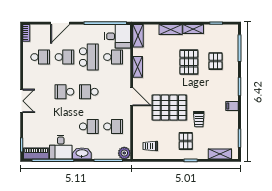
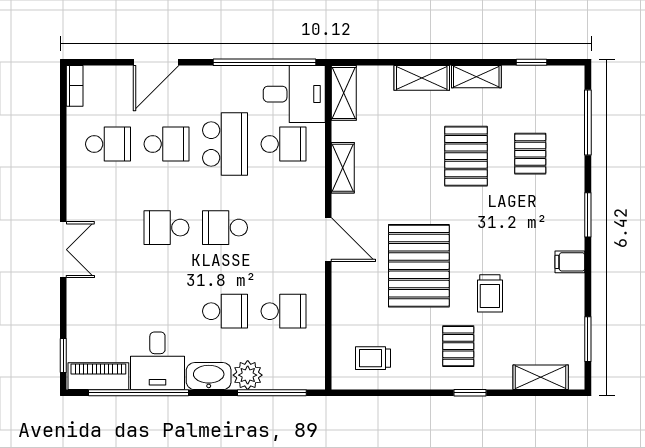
pallet: (169, 108) -> (419, 266), turned 90
plant: (124, 153) -> (248, 375), moved

